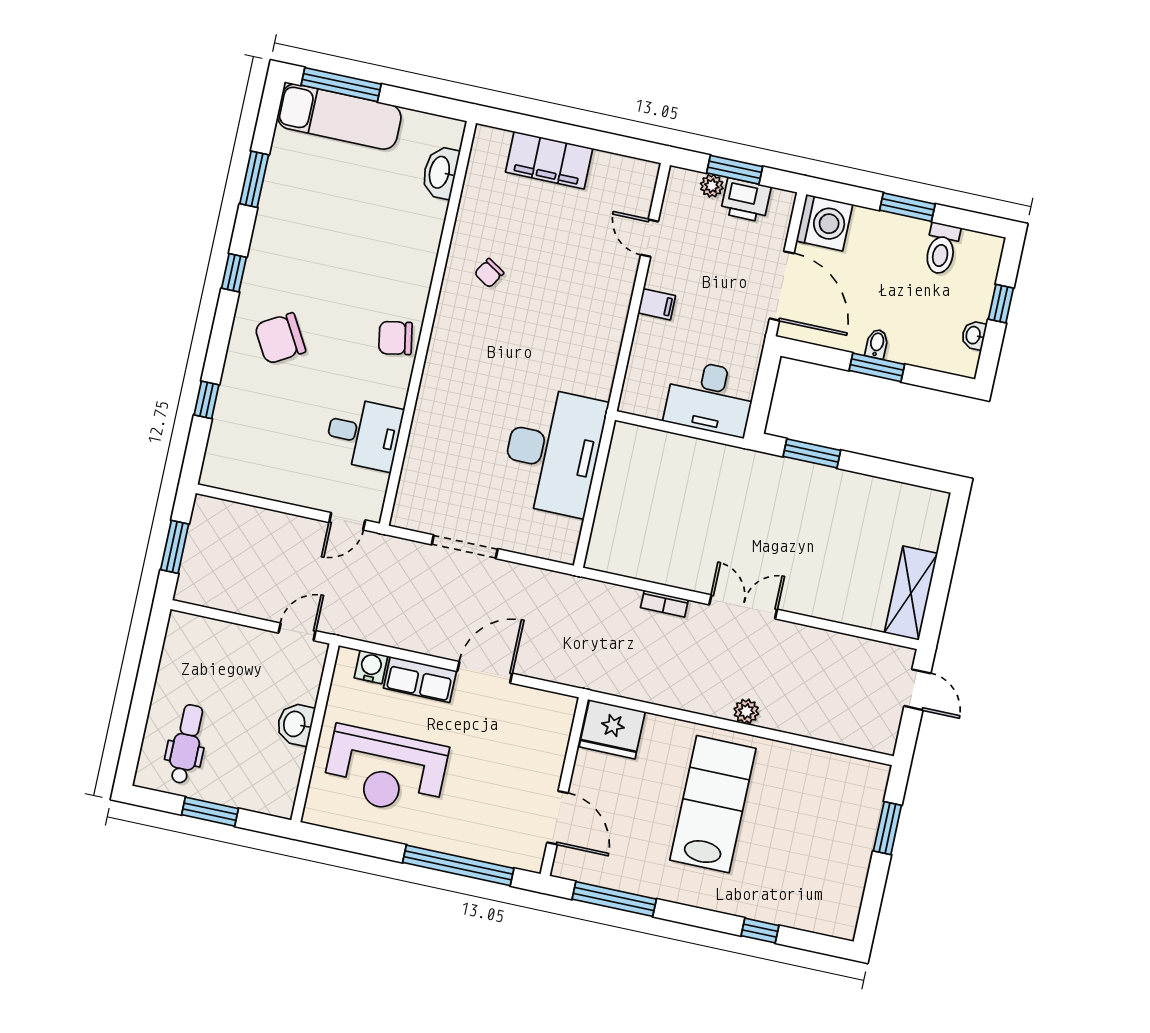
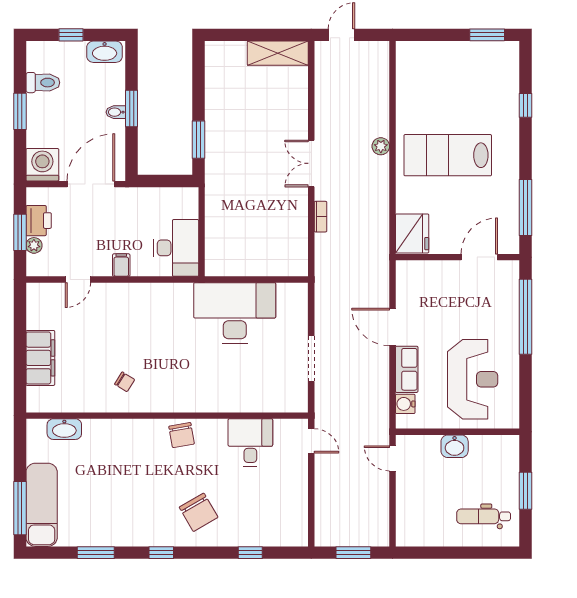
washbasin: (974, 335) -> (105, 52), width x1.91, depth x1.45
desk: (710, 398) -> (176, 248), moved
window: (887, 828) -> (487, 35), moved

